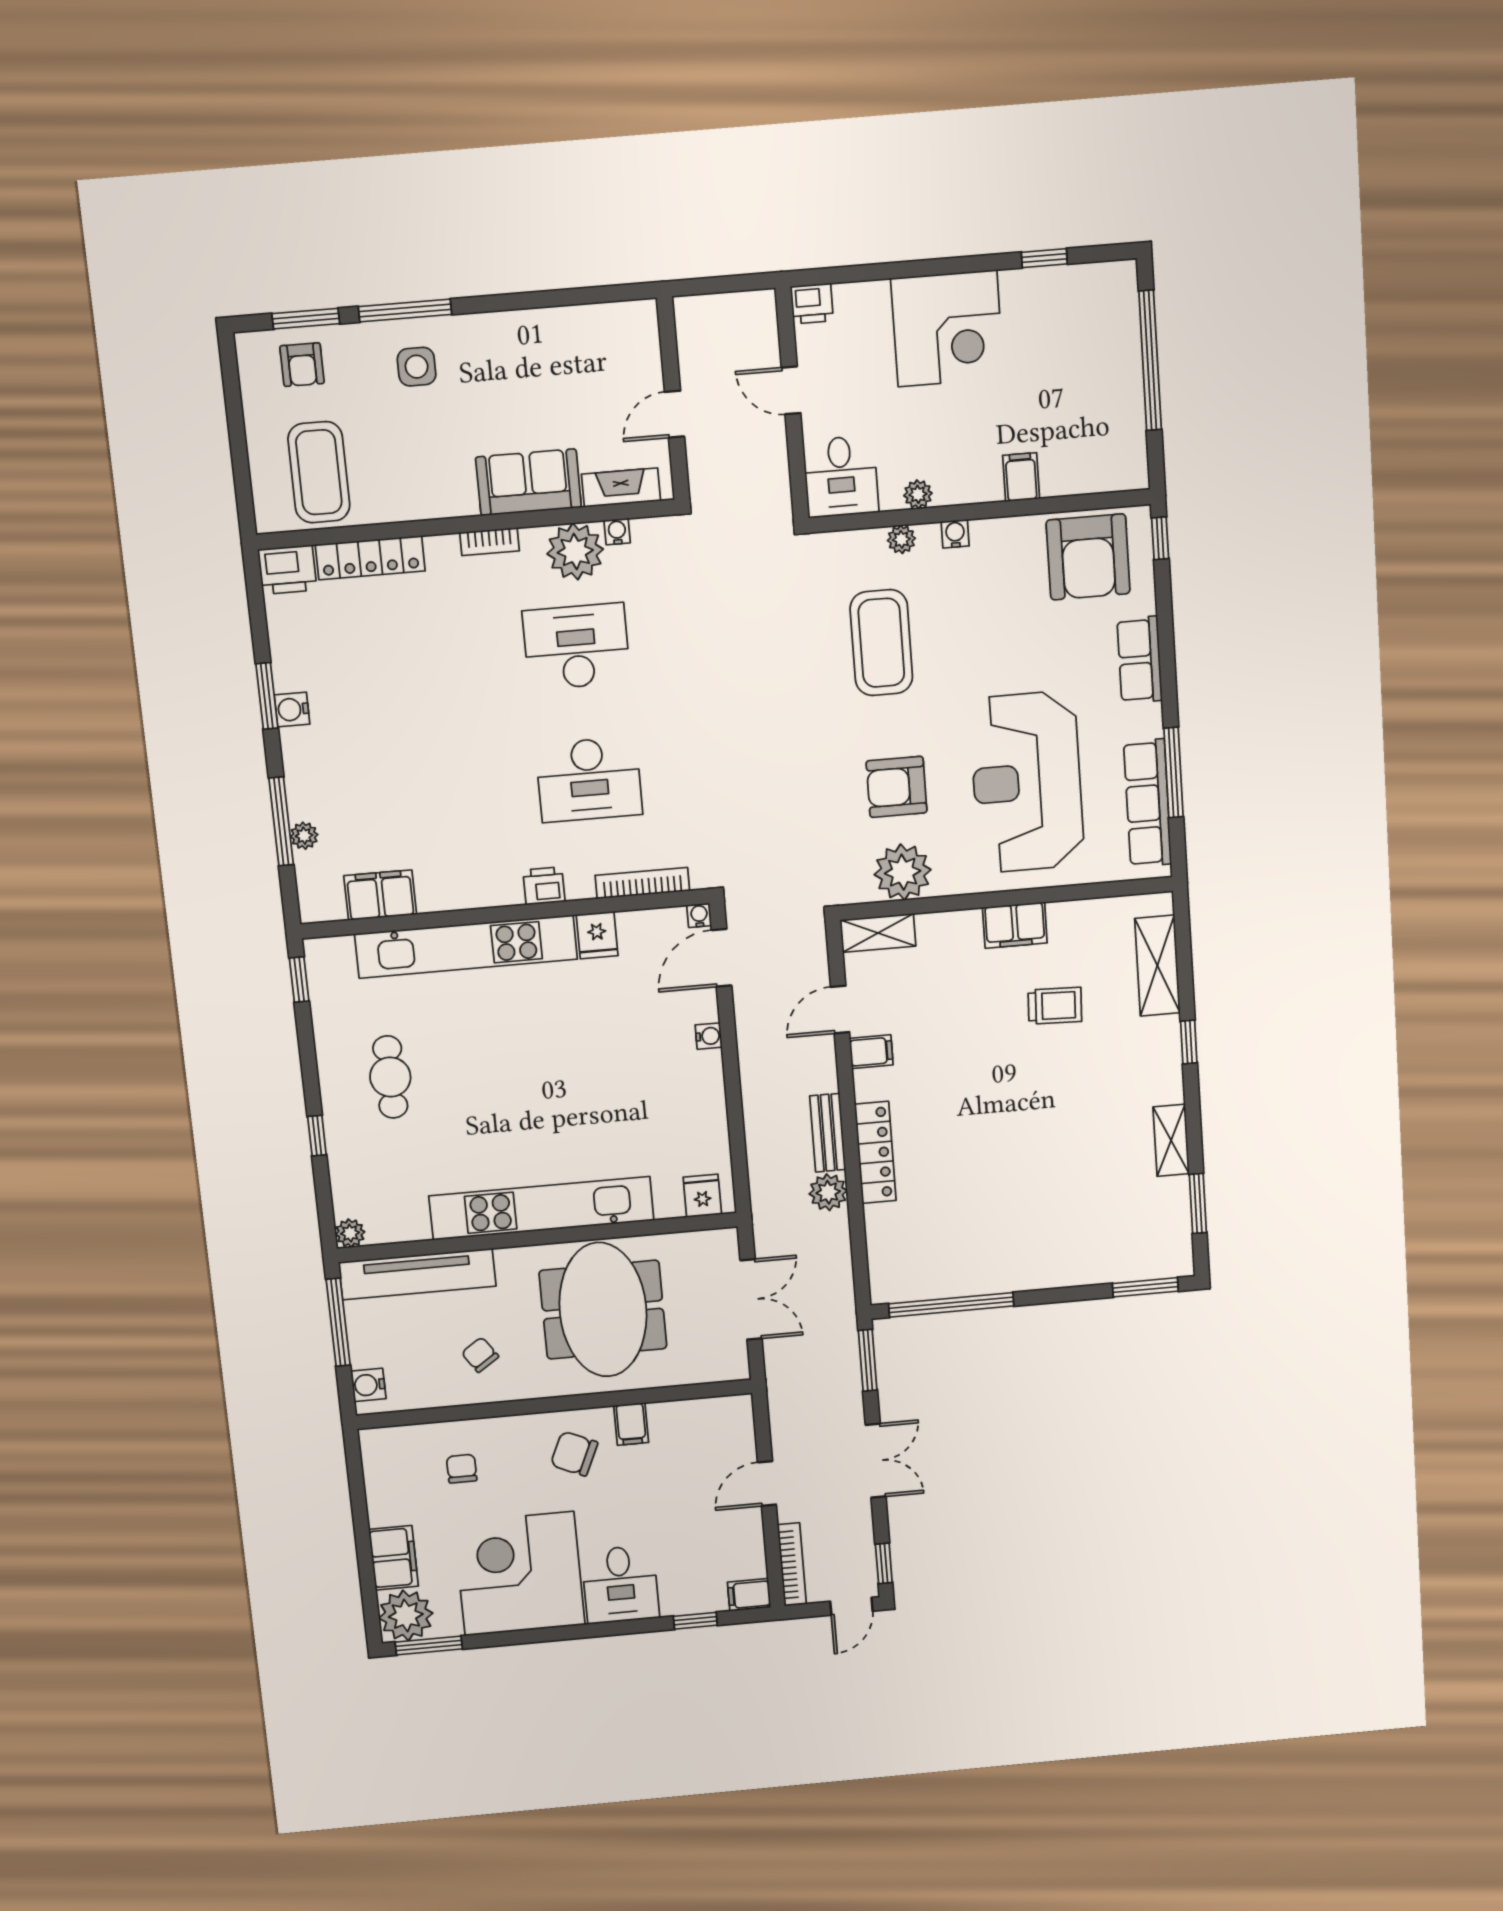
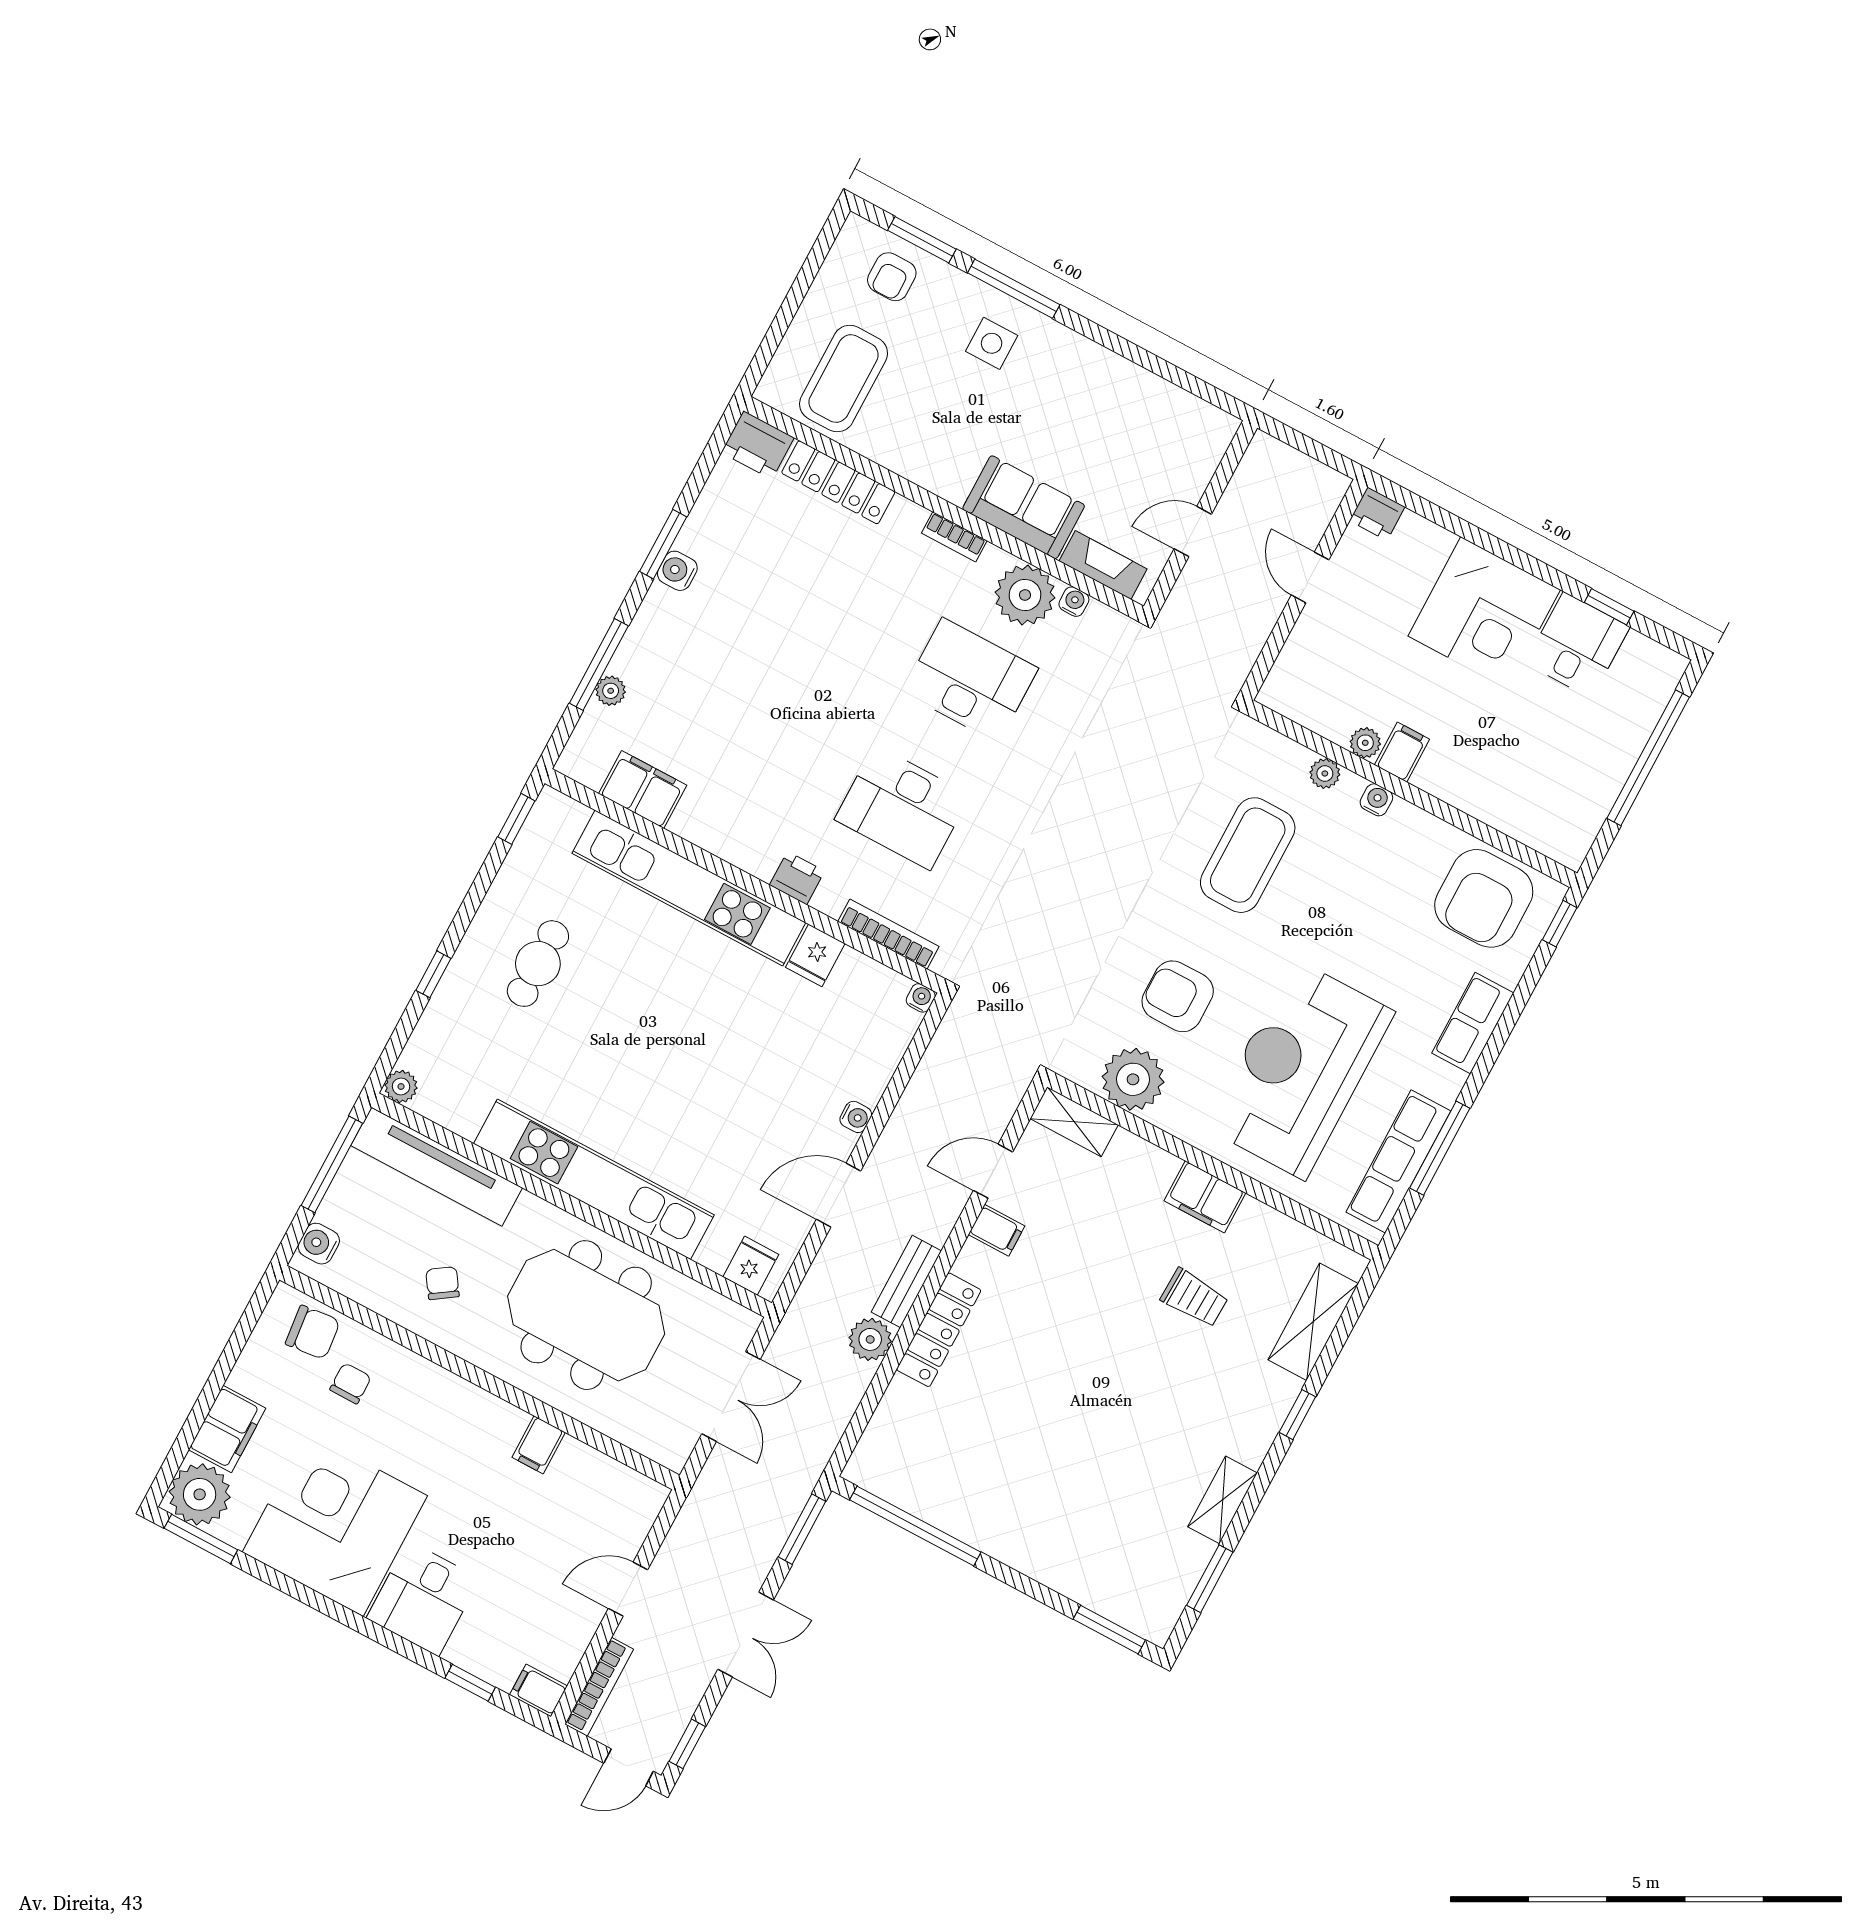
desk: (841, 476) -> (1577, 645), moved, turned 180
filing cabinet: (1021, 477) -> (1402, 752), moved
door: (722, 958) -> (838, 1195), moved
meeting table: (603, 1310) -> (586, 1315), turned 90
chair: (574, 1454) -> (313, 1332), moved, turned 150

